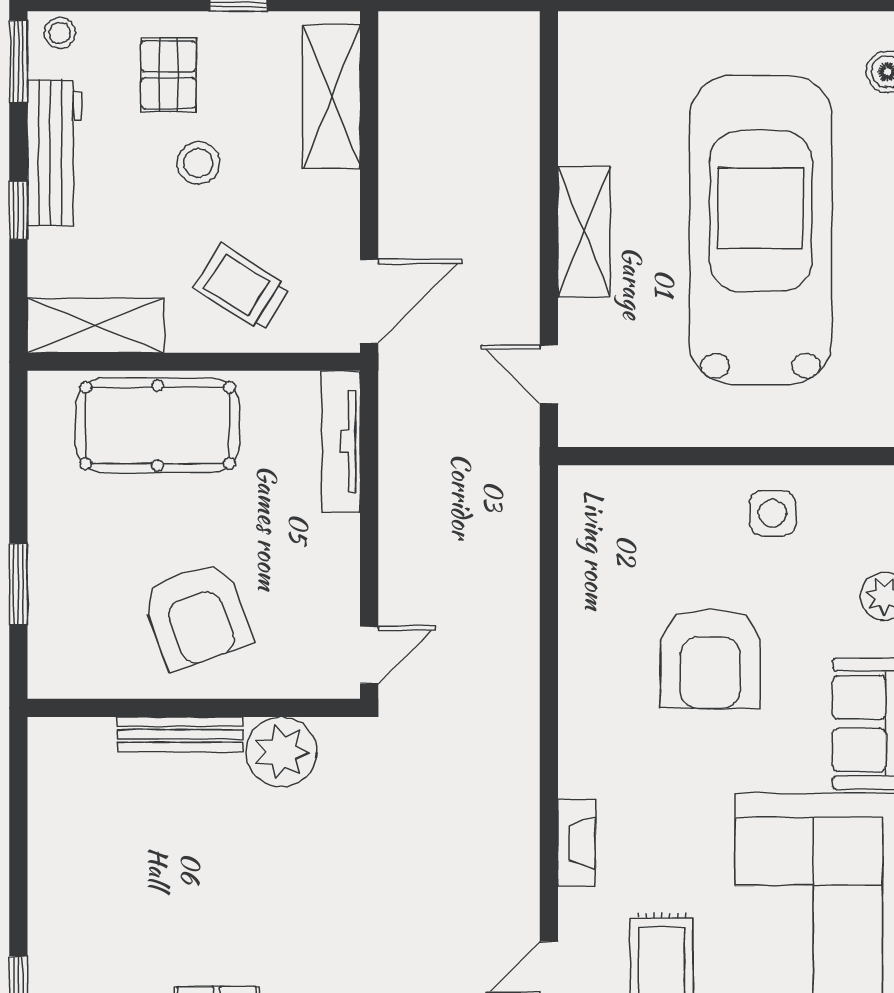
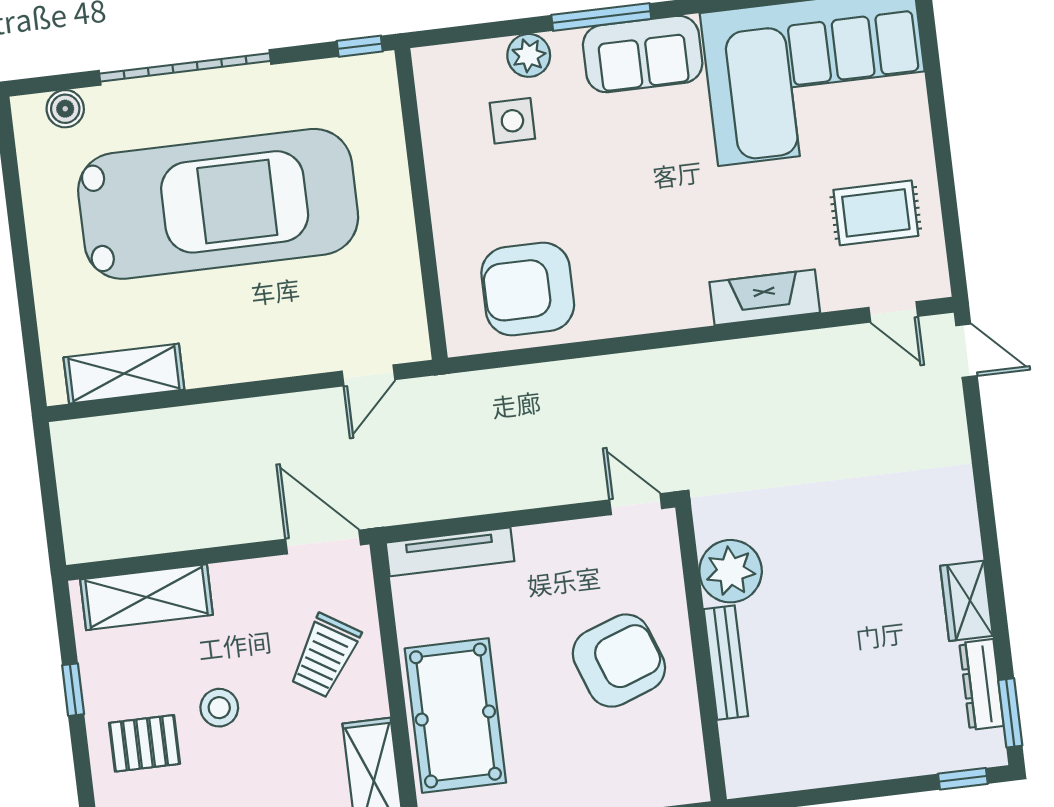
car: (761, 230) -> (218, 204), turned 180
shelving: (584, 232) -> (124, 374), moved
side table: (773, 513) -> (512, 121), moved
armchair: (710, 659) -> (528, 289), moved, turned 180
fireplace: (576, 843) -> (765, 297), width x1.37, depth x1.32

